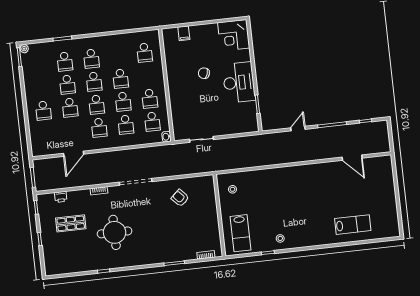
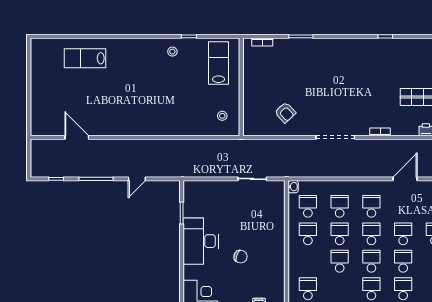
round table: (115, 232) -> (367, 81), removed

